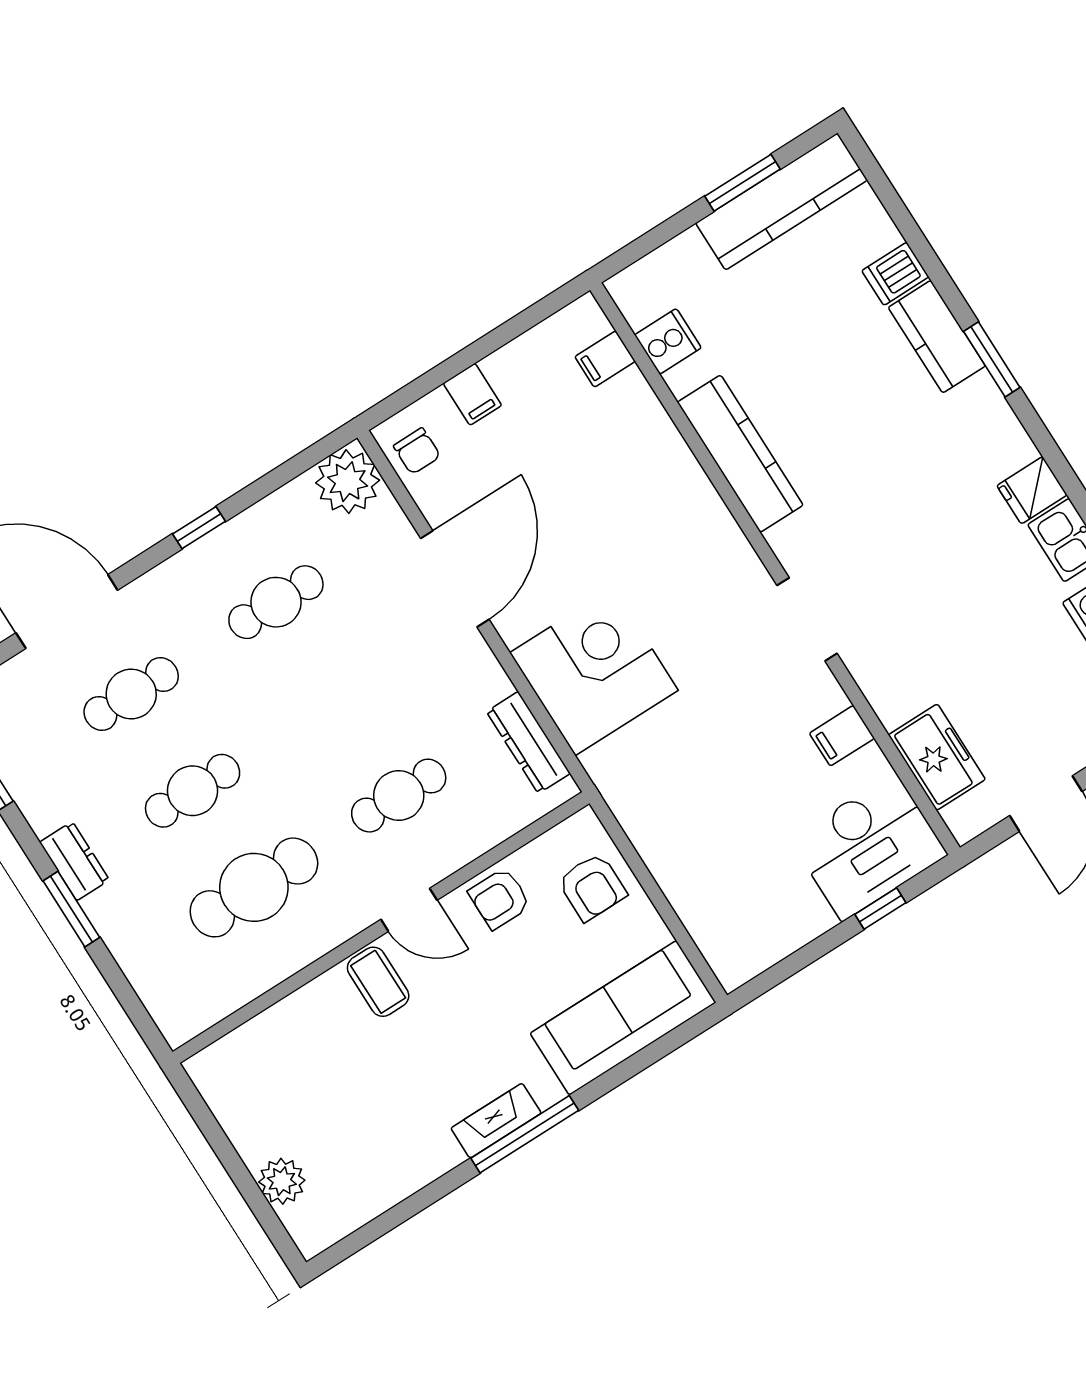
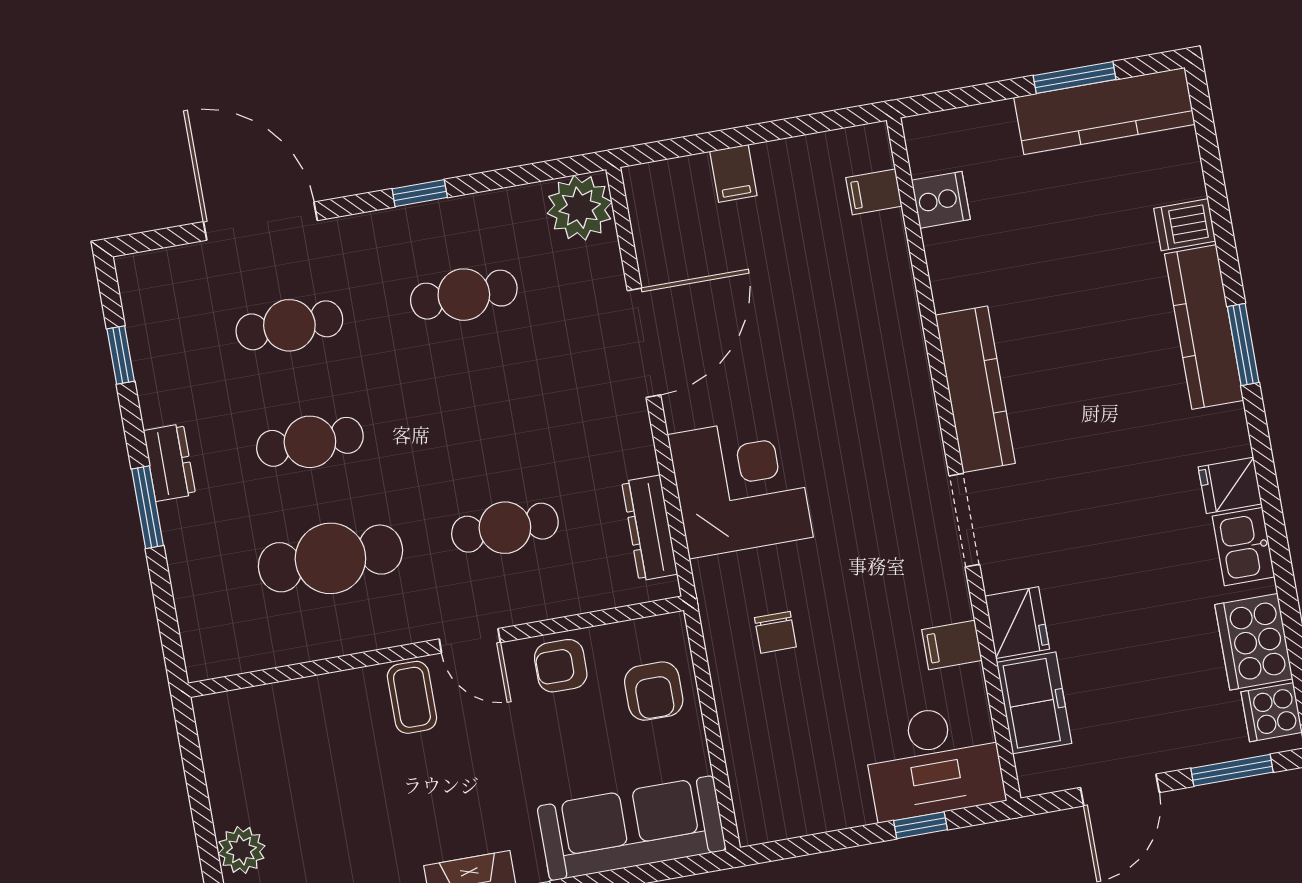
kitchen counter: (937, 337) -> (1204, 327), width x1.50
chair: (417, 451) -> (775, 632), moved
kitchen counter: (740, 454) -> (975, 389), moved
fridge: (892, 692) -> (1017, 623), added

